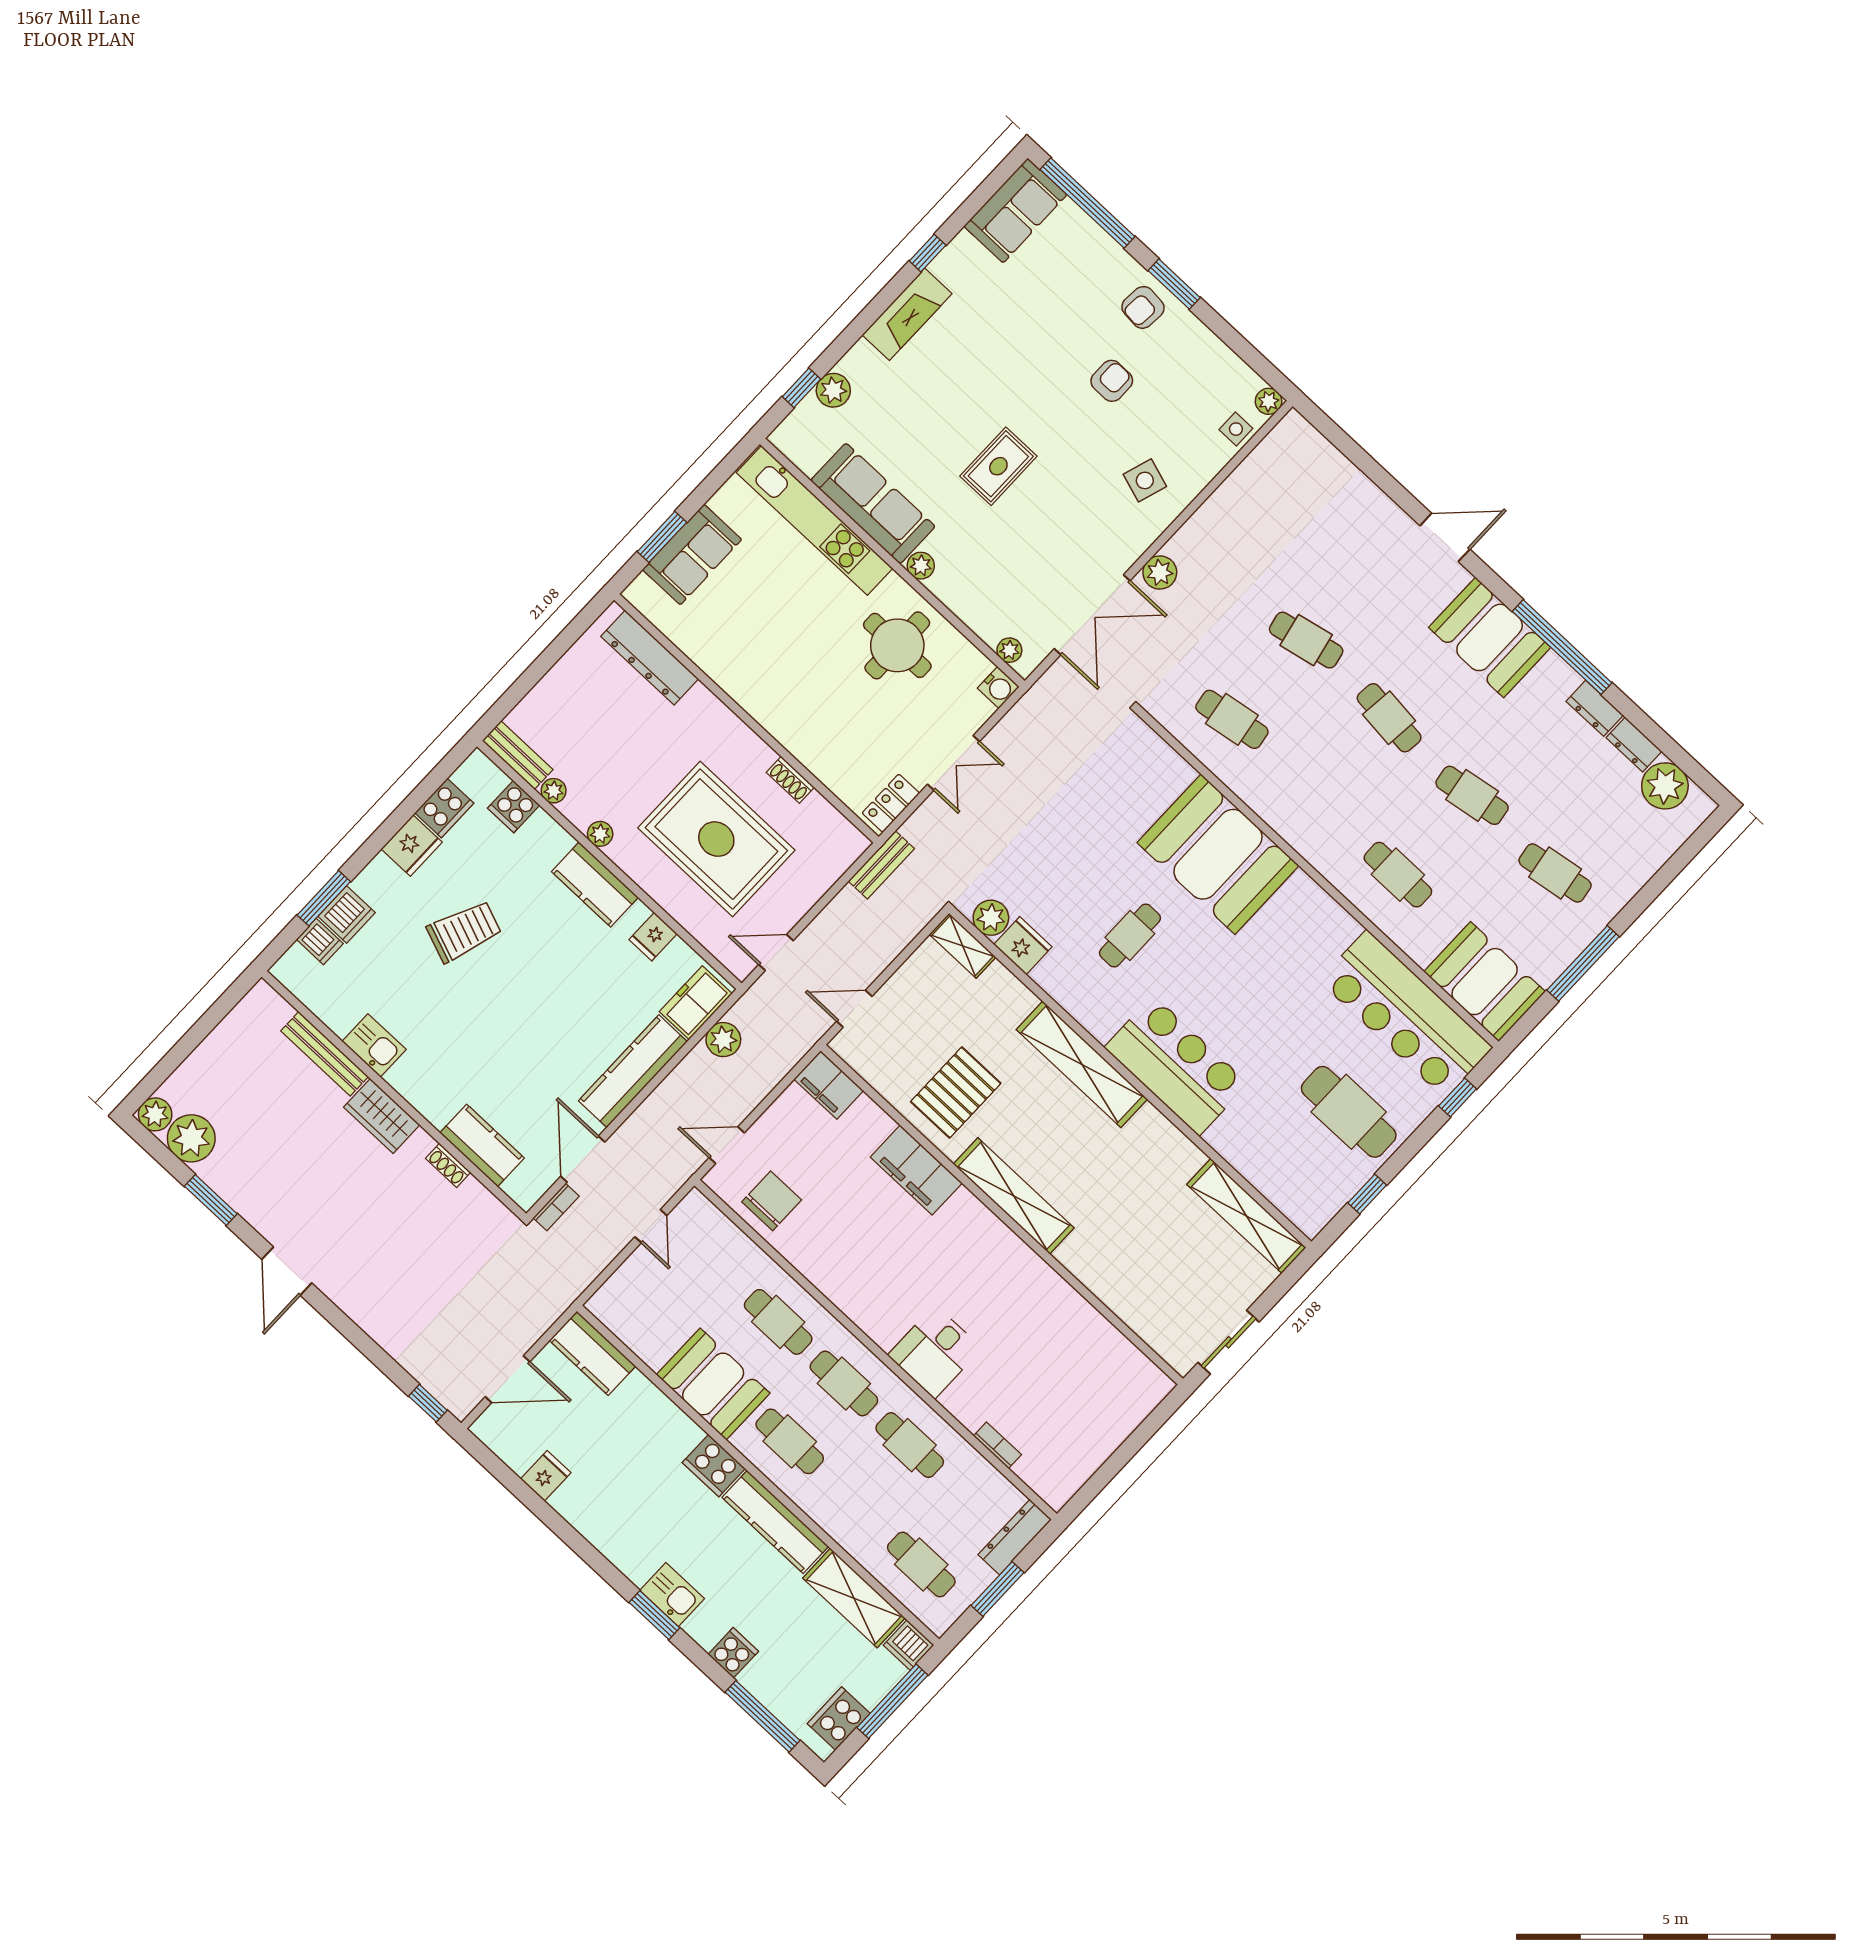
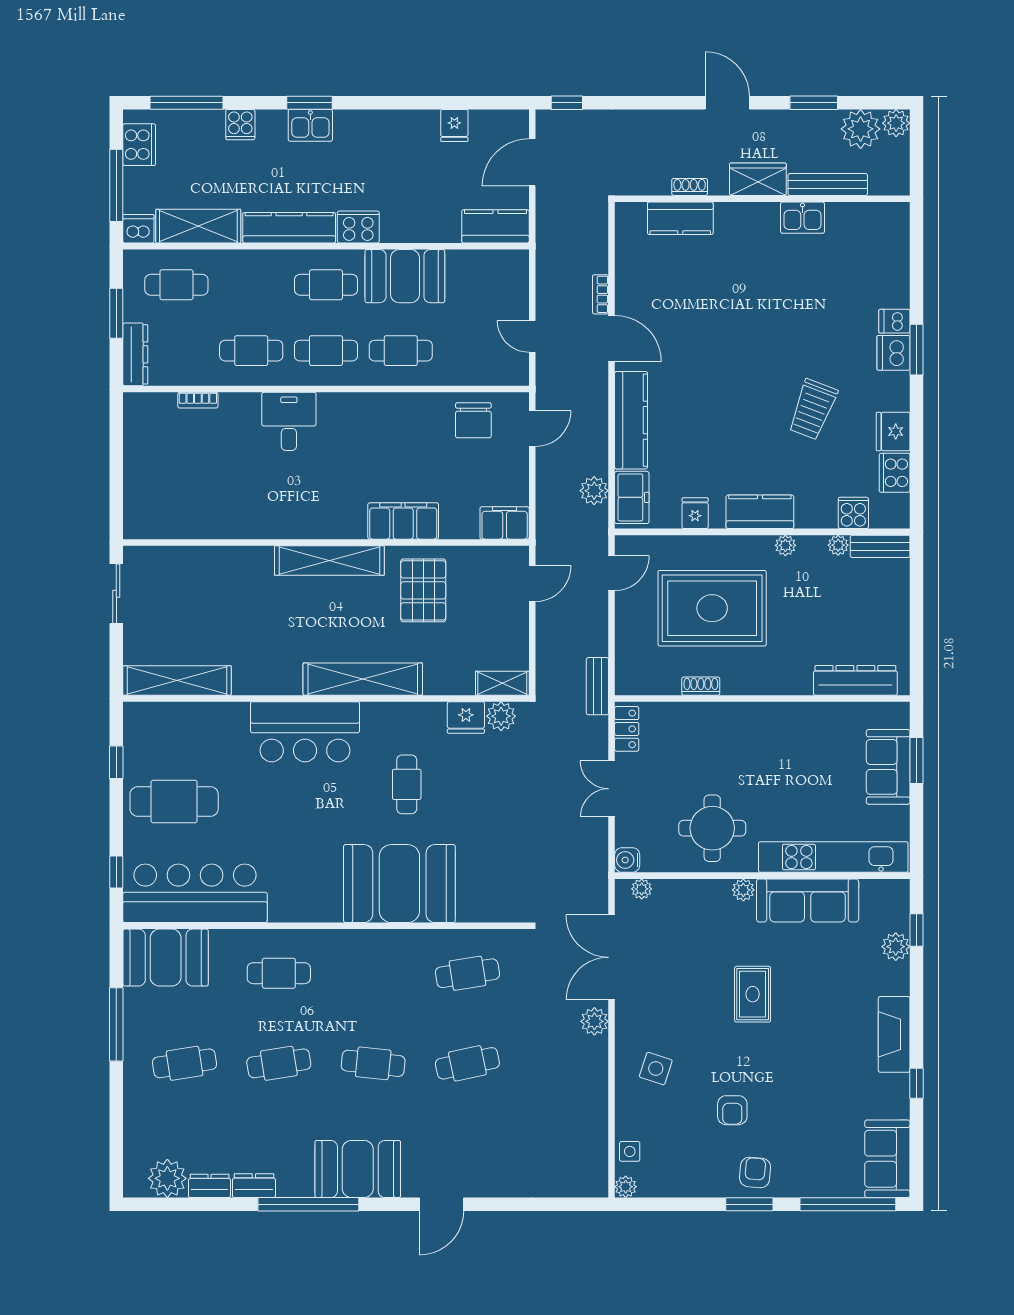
kitchen sink: (374, 1045) -> (802, 218), moved
bench: (325, 1054) -> (828, 184), moved
wall: (394, 1095) -> (762, 199), moved
wardrobe: (382, 1116) -> (758, 179), moved
kitchen counter: (482, 1145) -> (680, 218), moved
shoe rack: (448, 1165) -> (690, 187), moved

